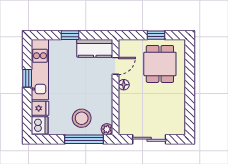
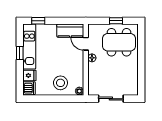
window: (70, 35) -> (38, 21), moved
dining table: (160, 64) -> (119, 42), width x1.38
door: (116, 66) -> (86, 44), swing flipped
window: (84, 139) -> (62, 99), removed

